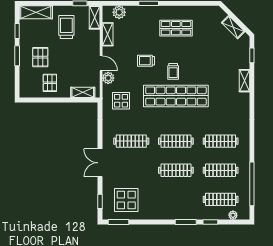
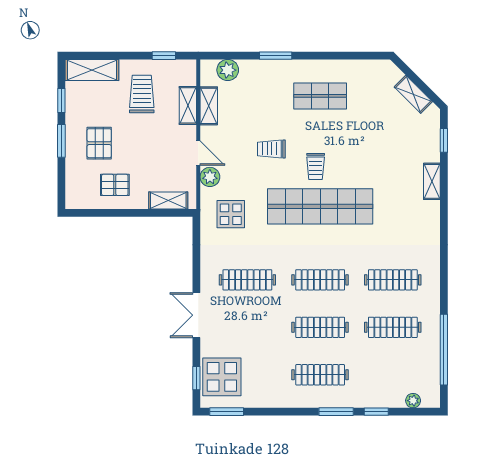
shelving: (95, 17) -> (188, 105), moved
pallet: (50, 83) -> (115, 185), turned 90
clothes rail: (221, 199) -> (320, 375), moved
display table: (126, 200) -> (222, 377), moved

